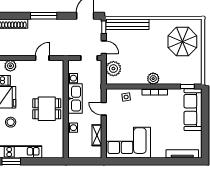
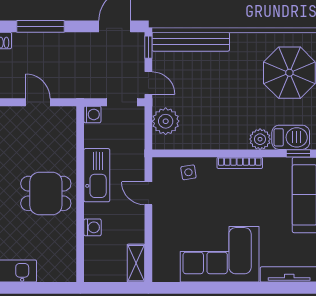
door: (42, 58) -> (38, 102), hinge flipped
washing machine: (73, 78) -> (92, 114), moved
barbecue: (183, 78) -> (291, 137), added
plant: (153, 79) -> (260, 139), moved
shelving: (97, 135) -> (136, 263), moved
corner sofa: (129, 143) -> (220, 254), moved

